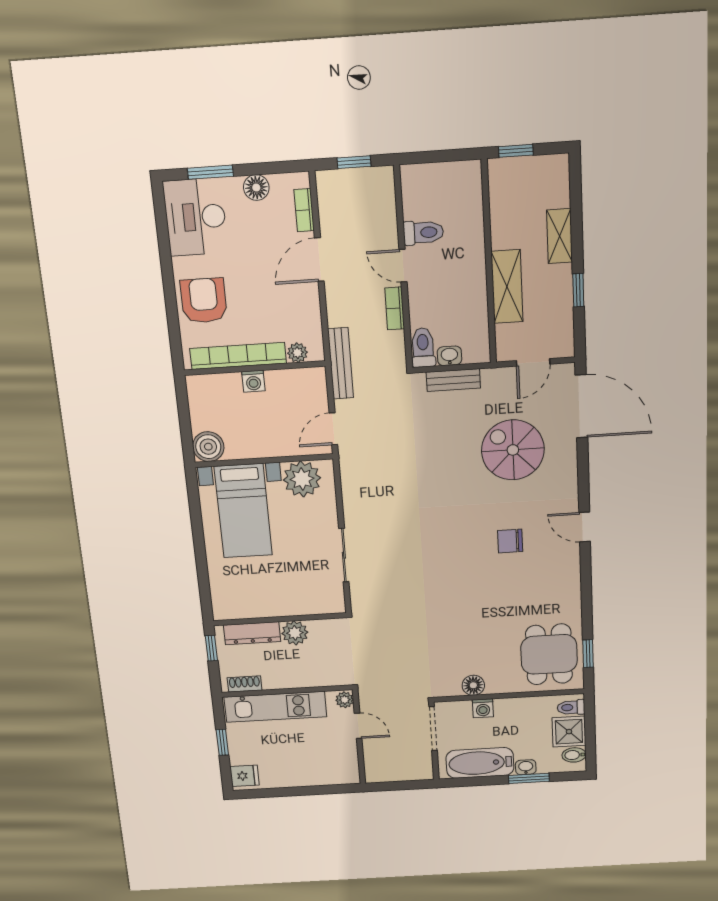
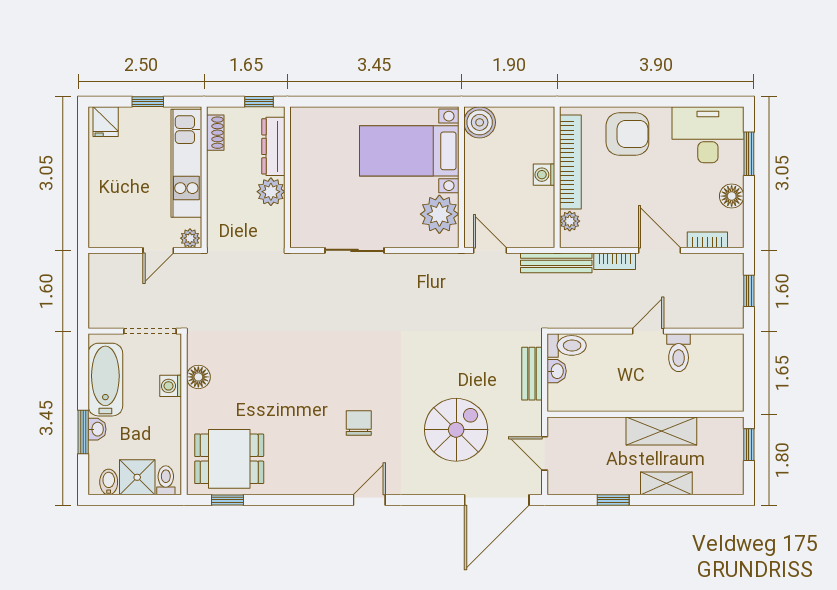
shelving: (507, 287) -> (661, 431), moved
bookcase: (395, 308) -> (615, 261), moved, turned 180

